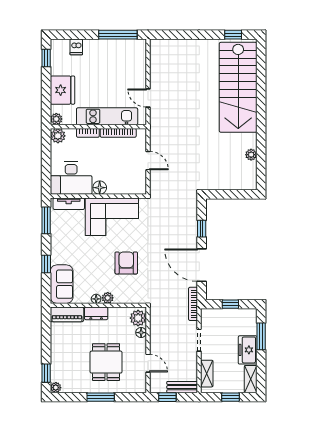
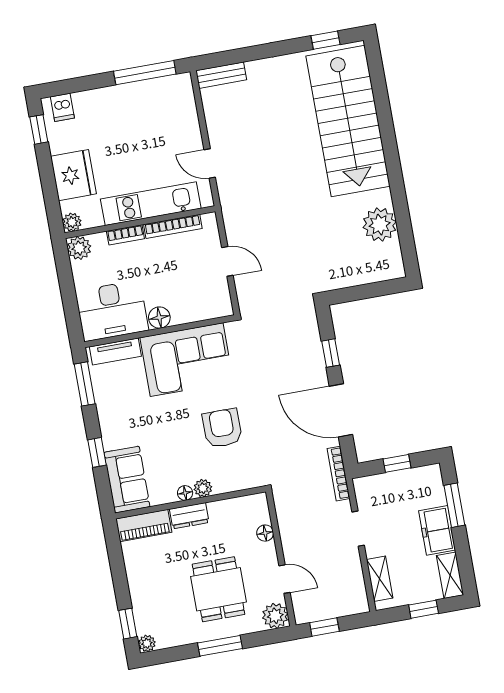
dishwasher: (76, 47) -> (62, 107), moved
plant: (251, 155) -> (380, 225), width x1.87, depth x1.87
plant: (138, 318) -> (275, 616), moved
bench: (182, 387) -> (221, 75), moved

